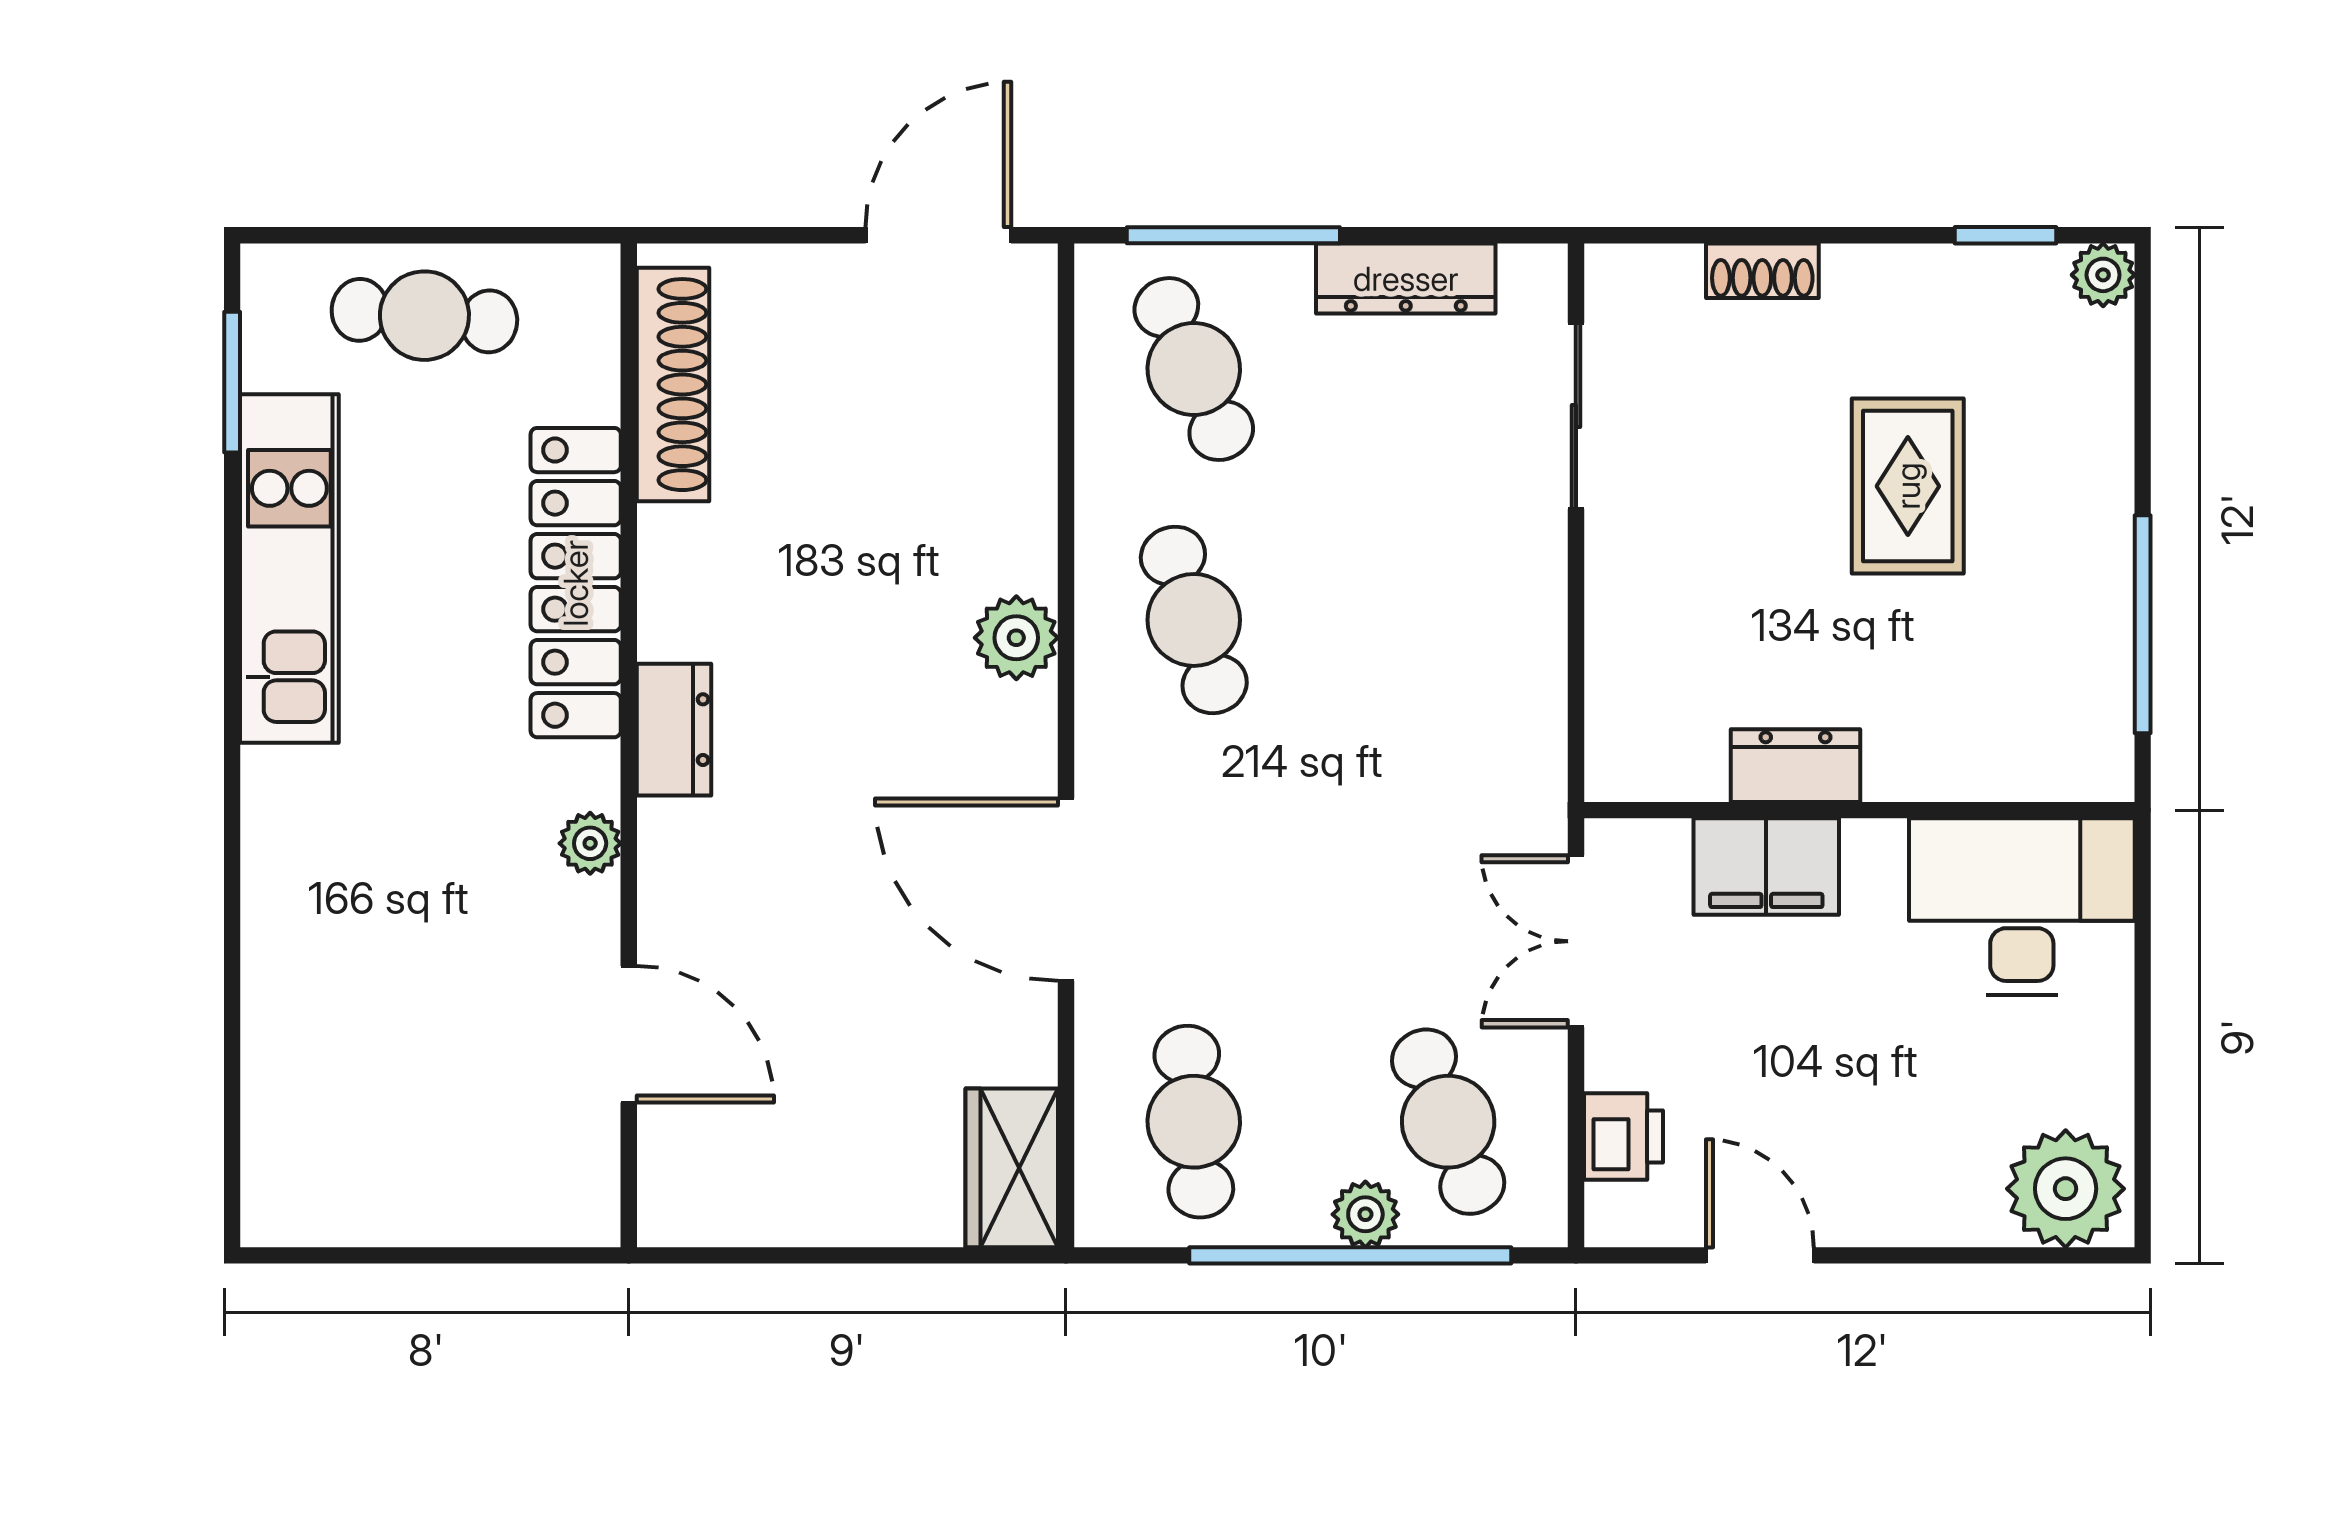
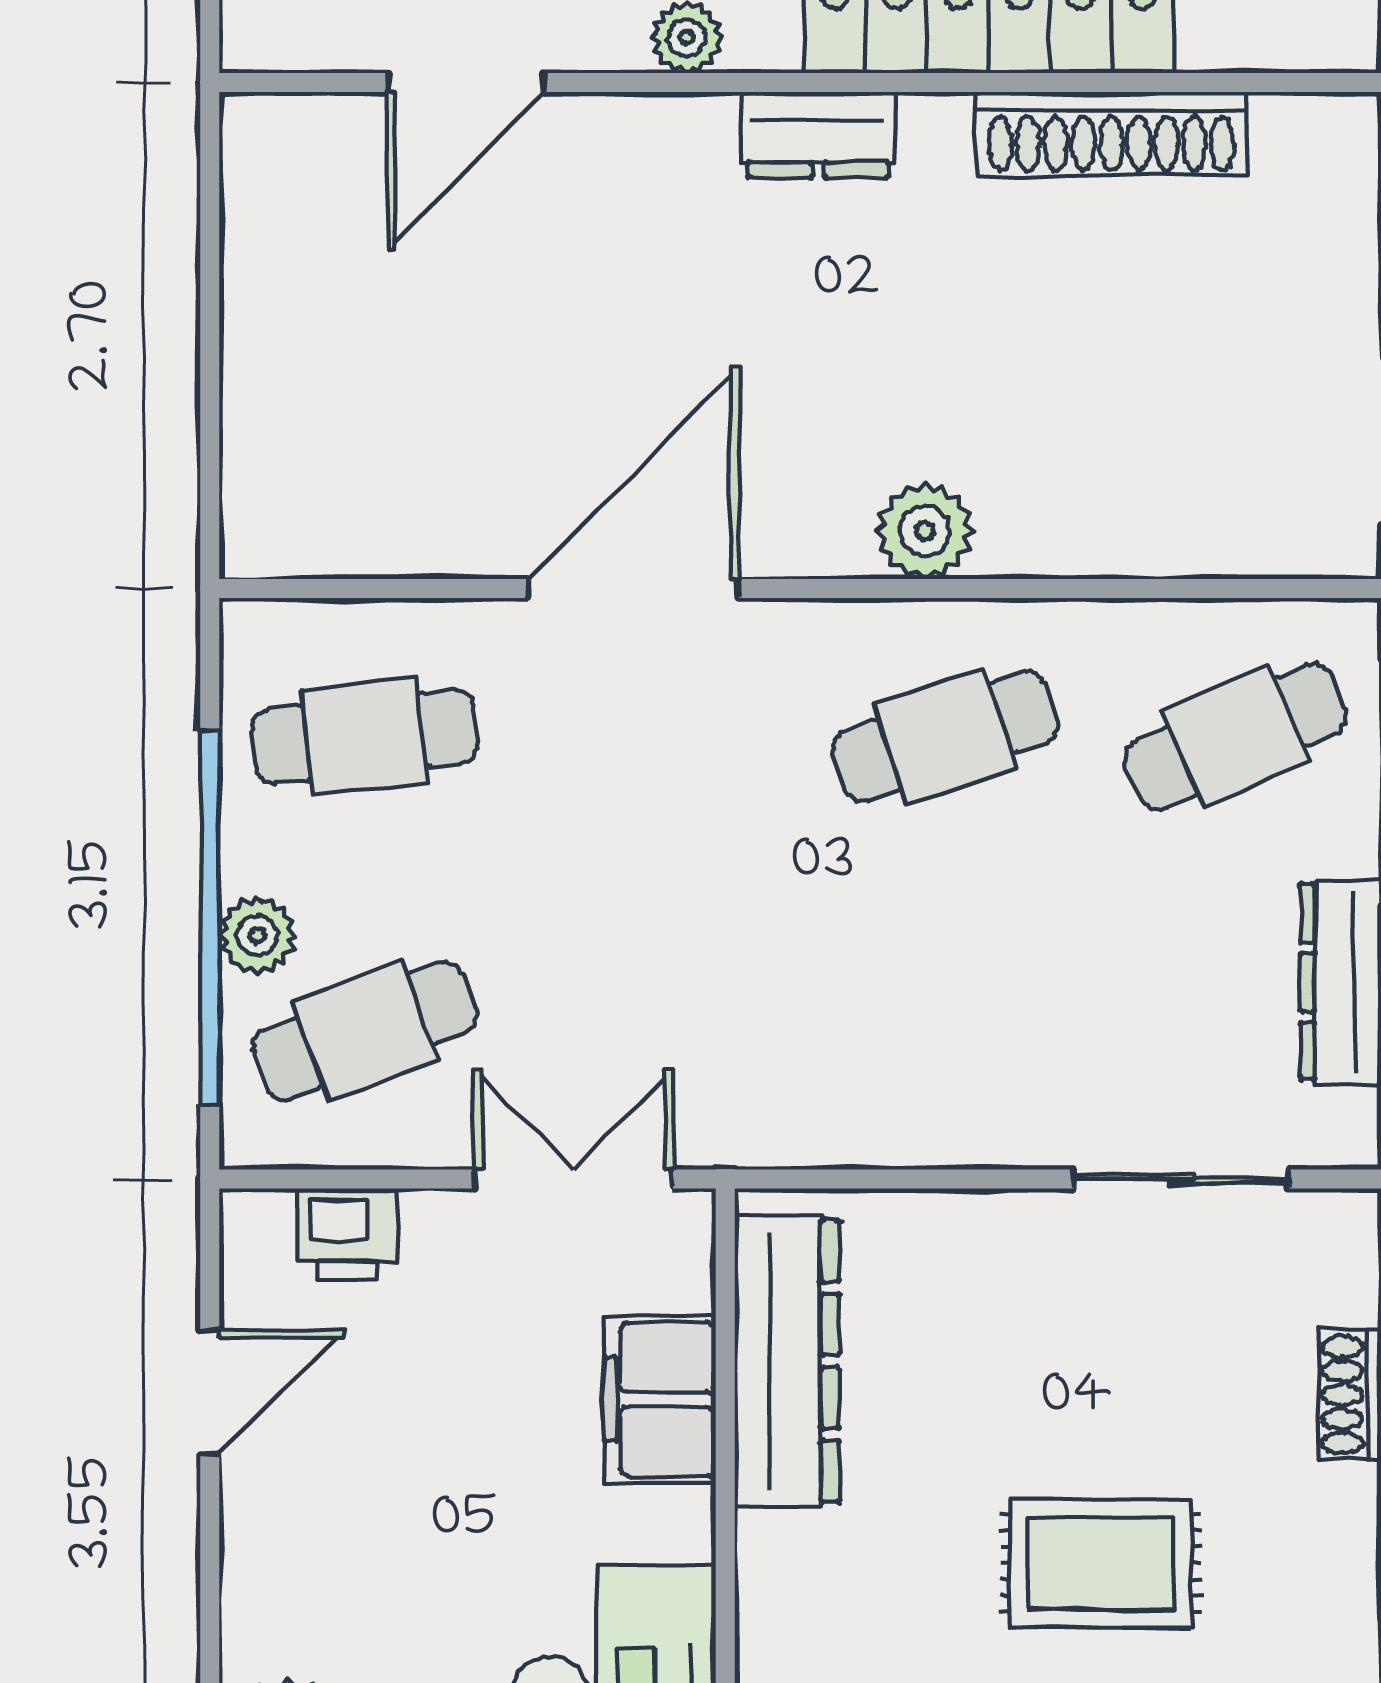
shoe rack: (673, 385) -> (1111, 134), moved
dresser: (1795, 766) -> (787, 1361), width x1.96, depth x1.24
wardrobe: (1012, 1168) -> (311, 526), removed

